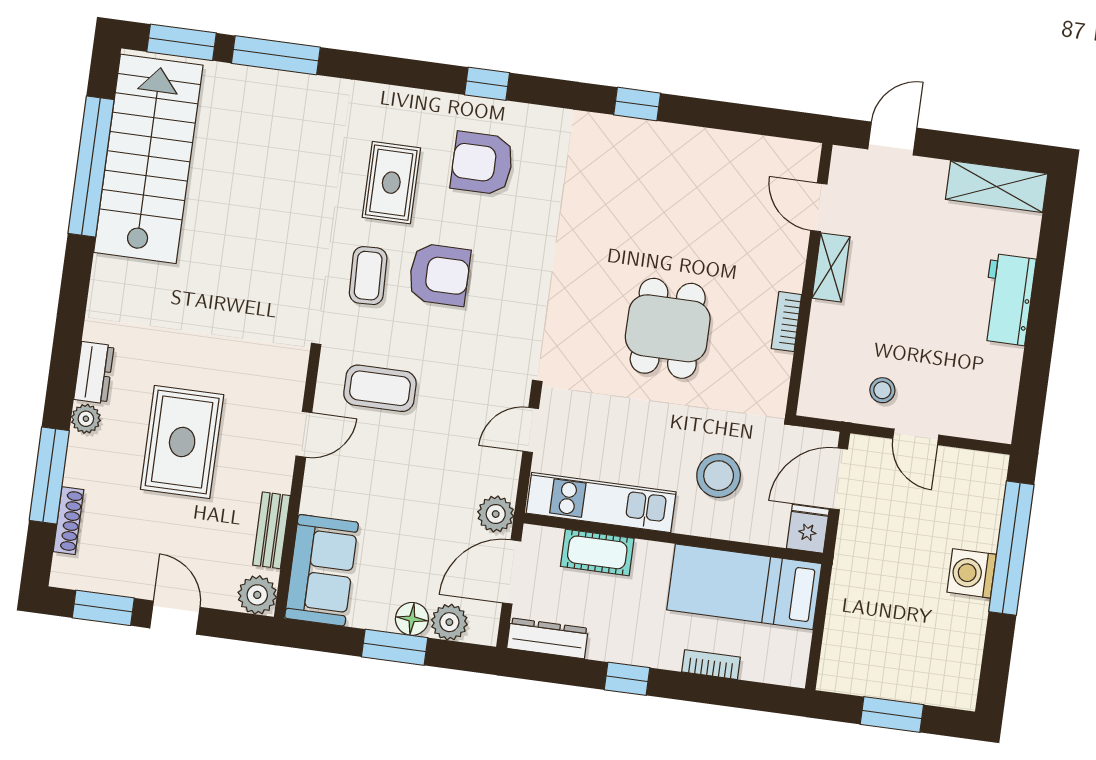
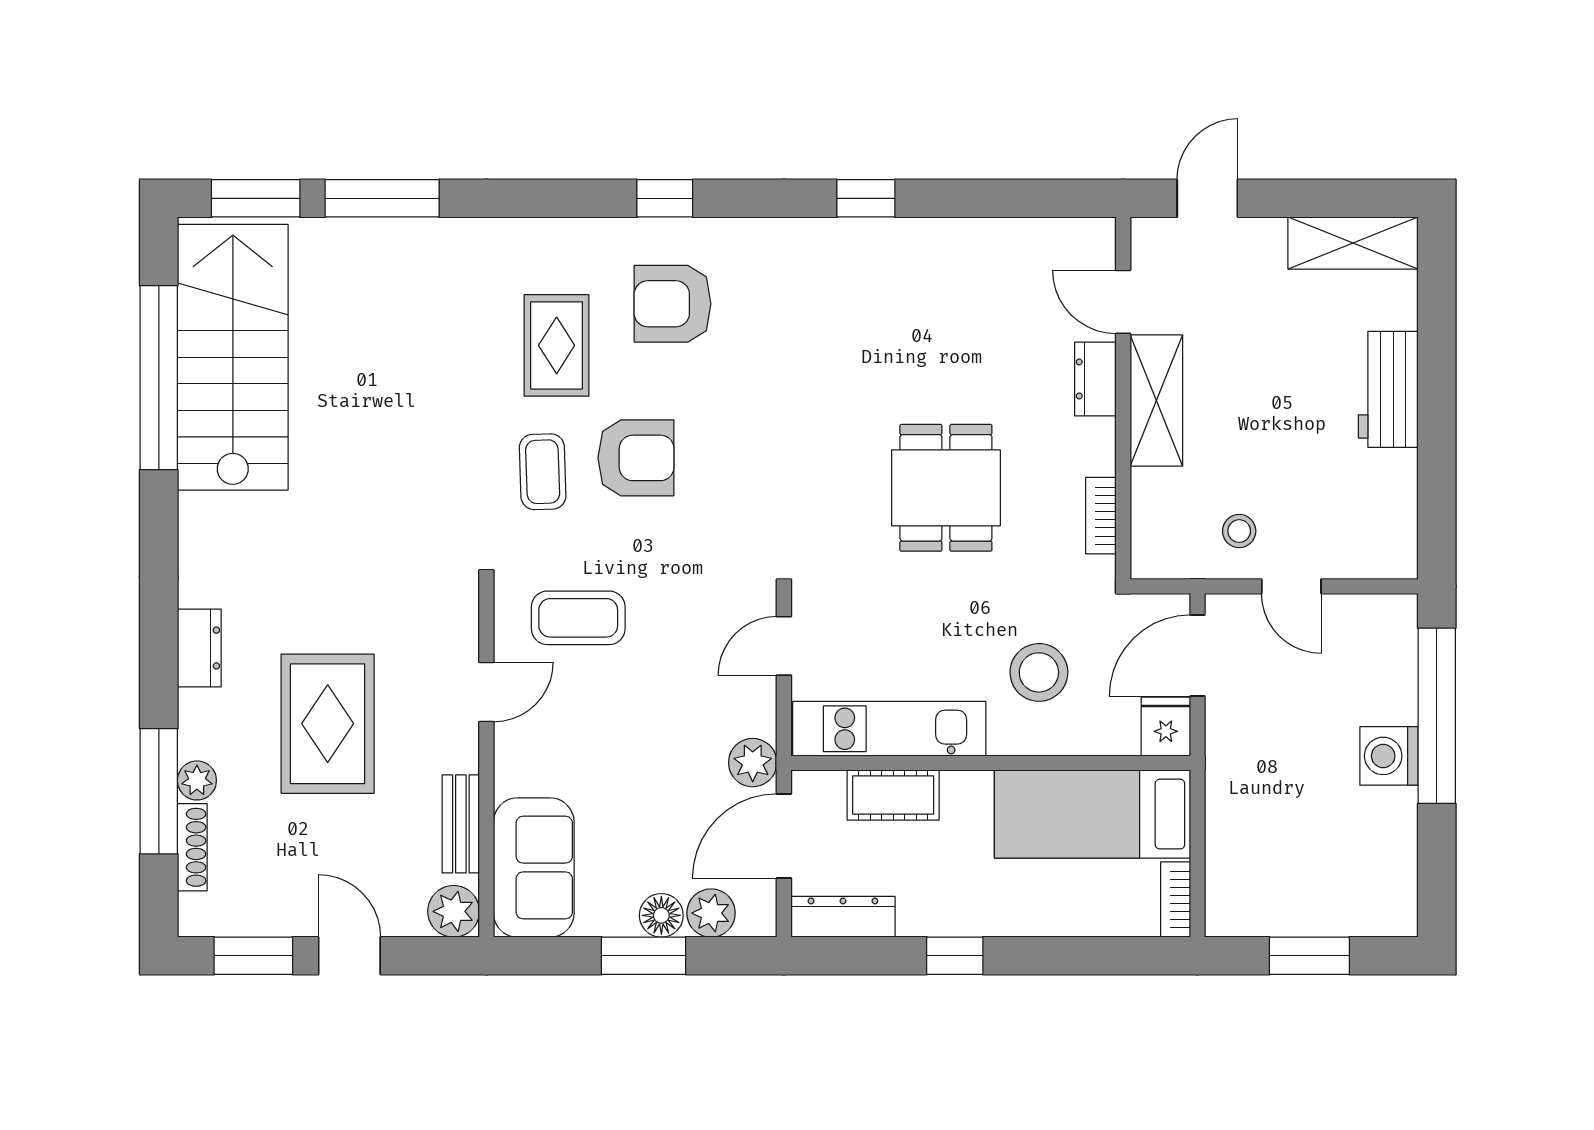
dresser: (790, 262) -> (1095, 379), added
shelving: (831, 267) -> (1156, 401), width x1.50, depth x1.33
bookcase: (786, 322) -> (1101, 516), moved
plant: (86, 419) -> (197, 780), moved
bookcase: (711, 665) -> (1176, 899), moved, turned -90

